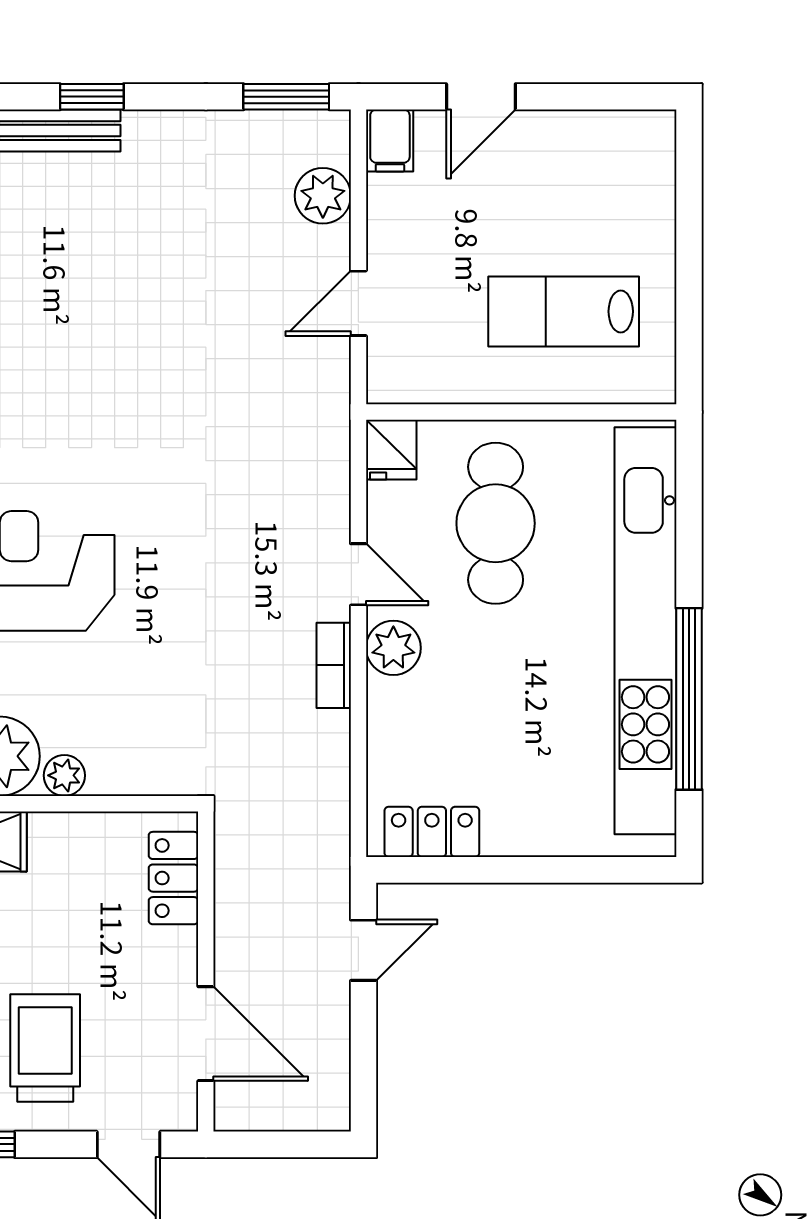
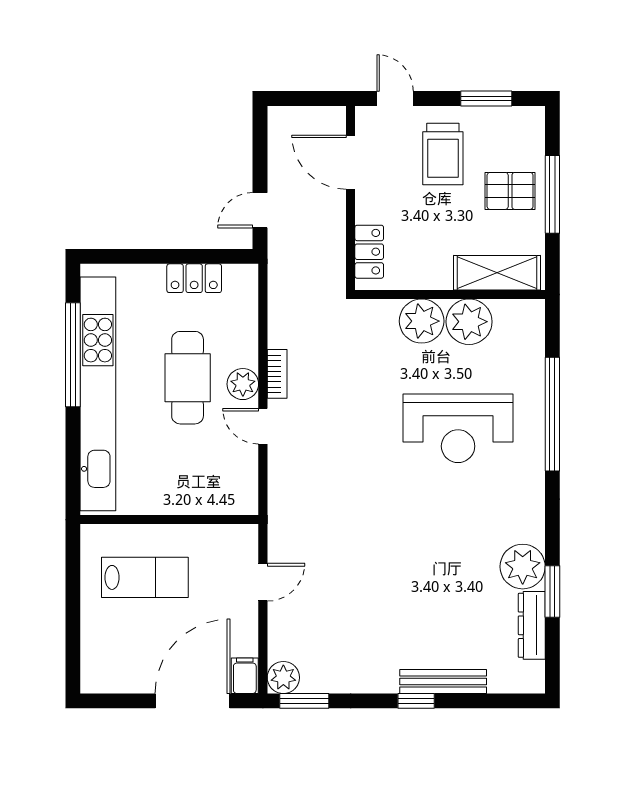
door: (481, 97) -> (192, 701), width x1.87
plant: (323, 196) -> (283, 678), moved
fridge: (391, 450) -> (244, 498), removed
cafe table: (496, 523) -> (188, 378), moved
plant: (64, 775) -> (422, 321), width x1.88, depth x1.88
locker: (432, 832) -> (194, 278), moved

